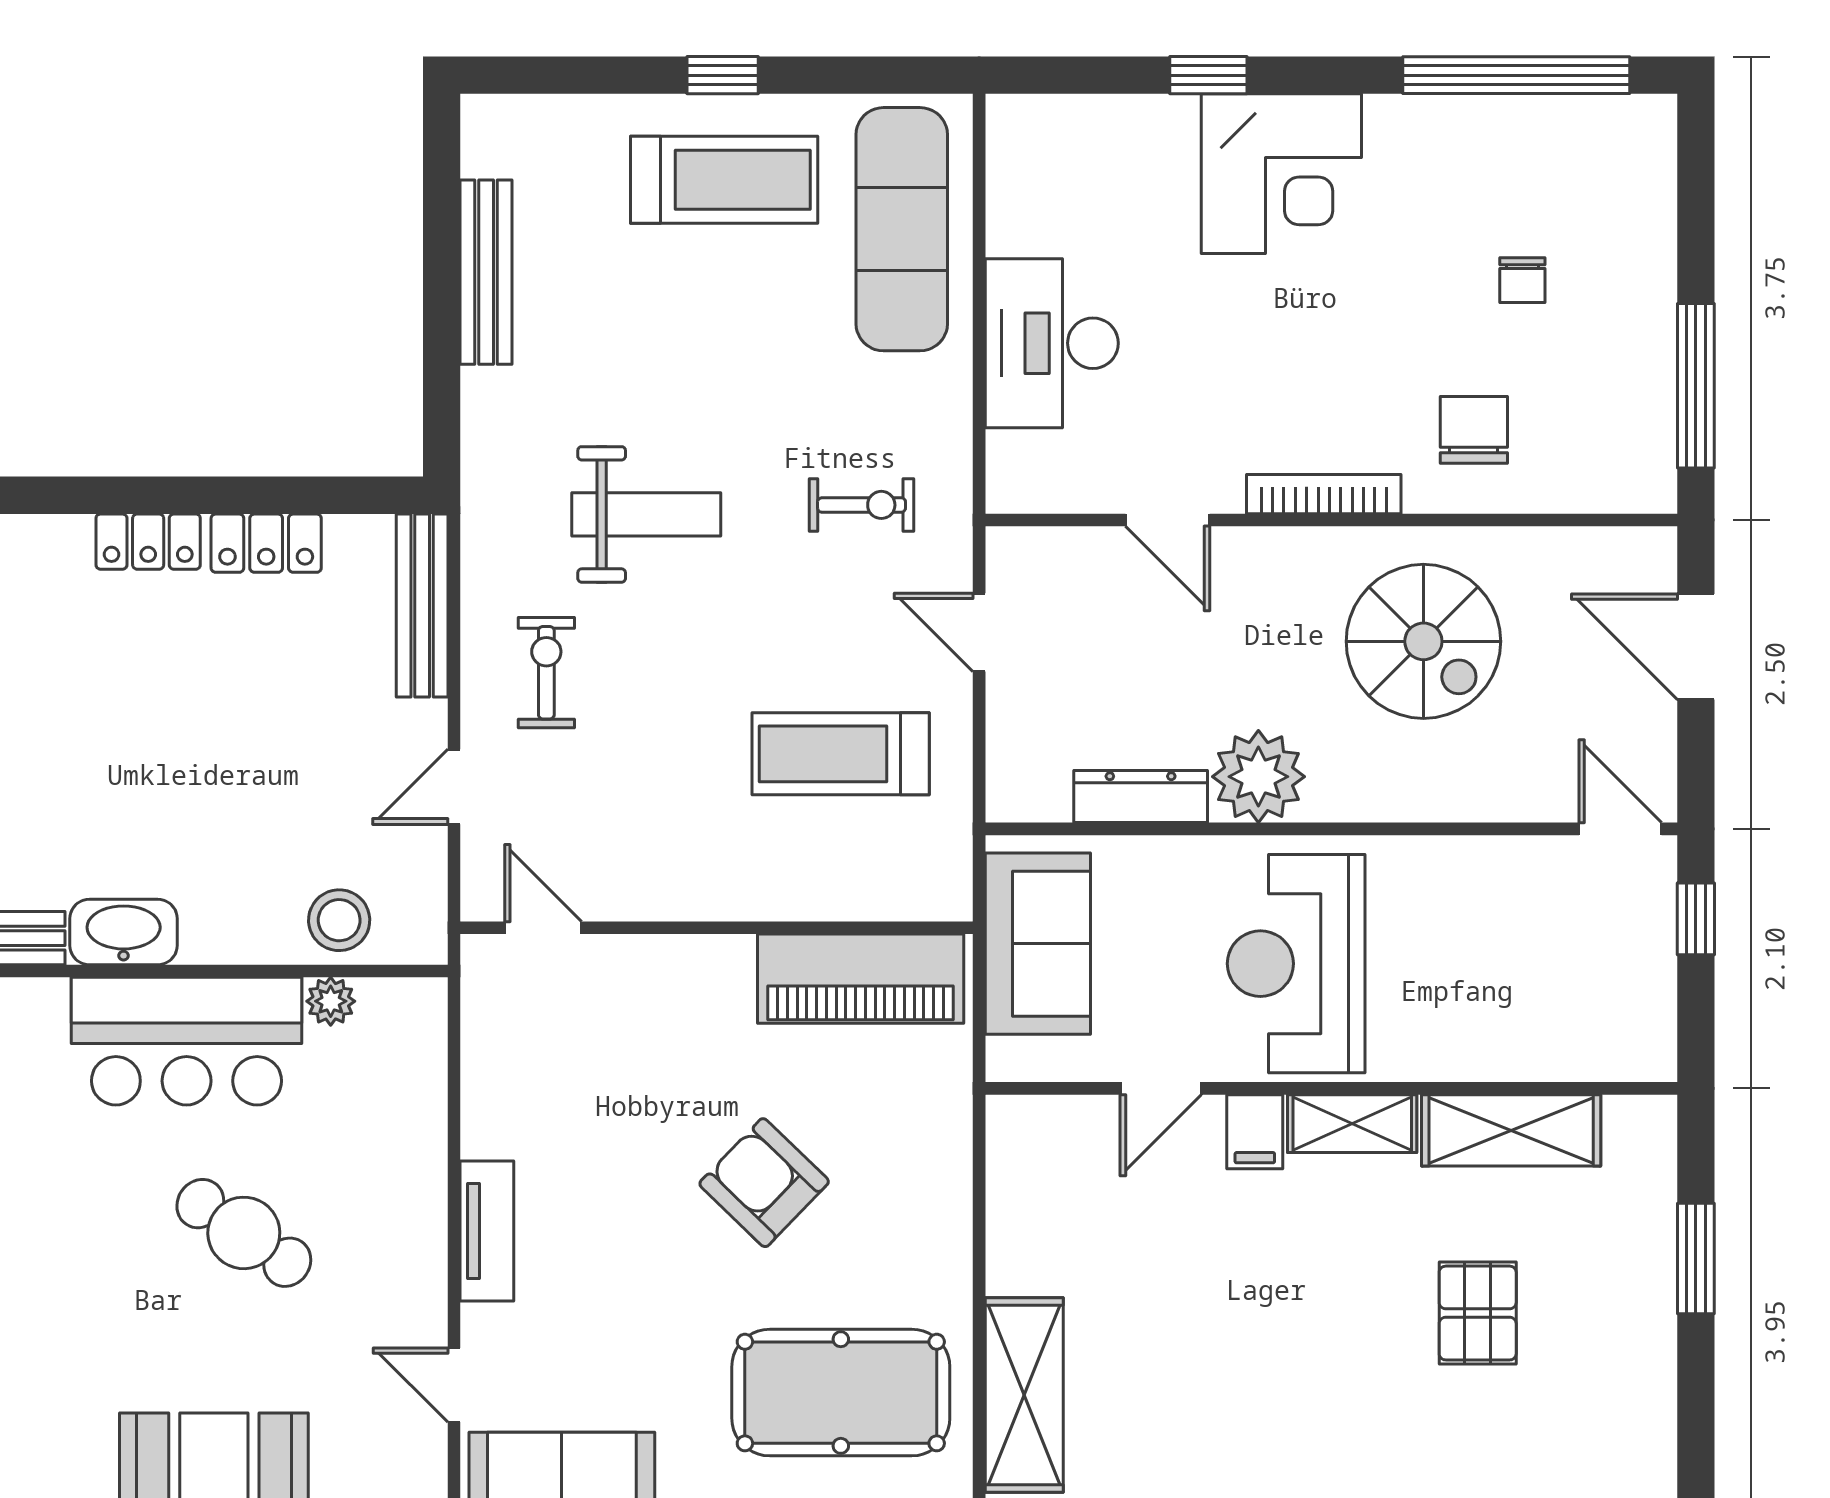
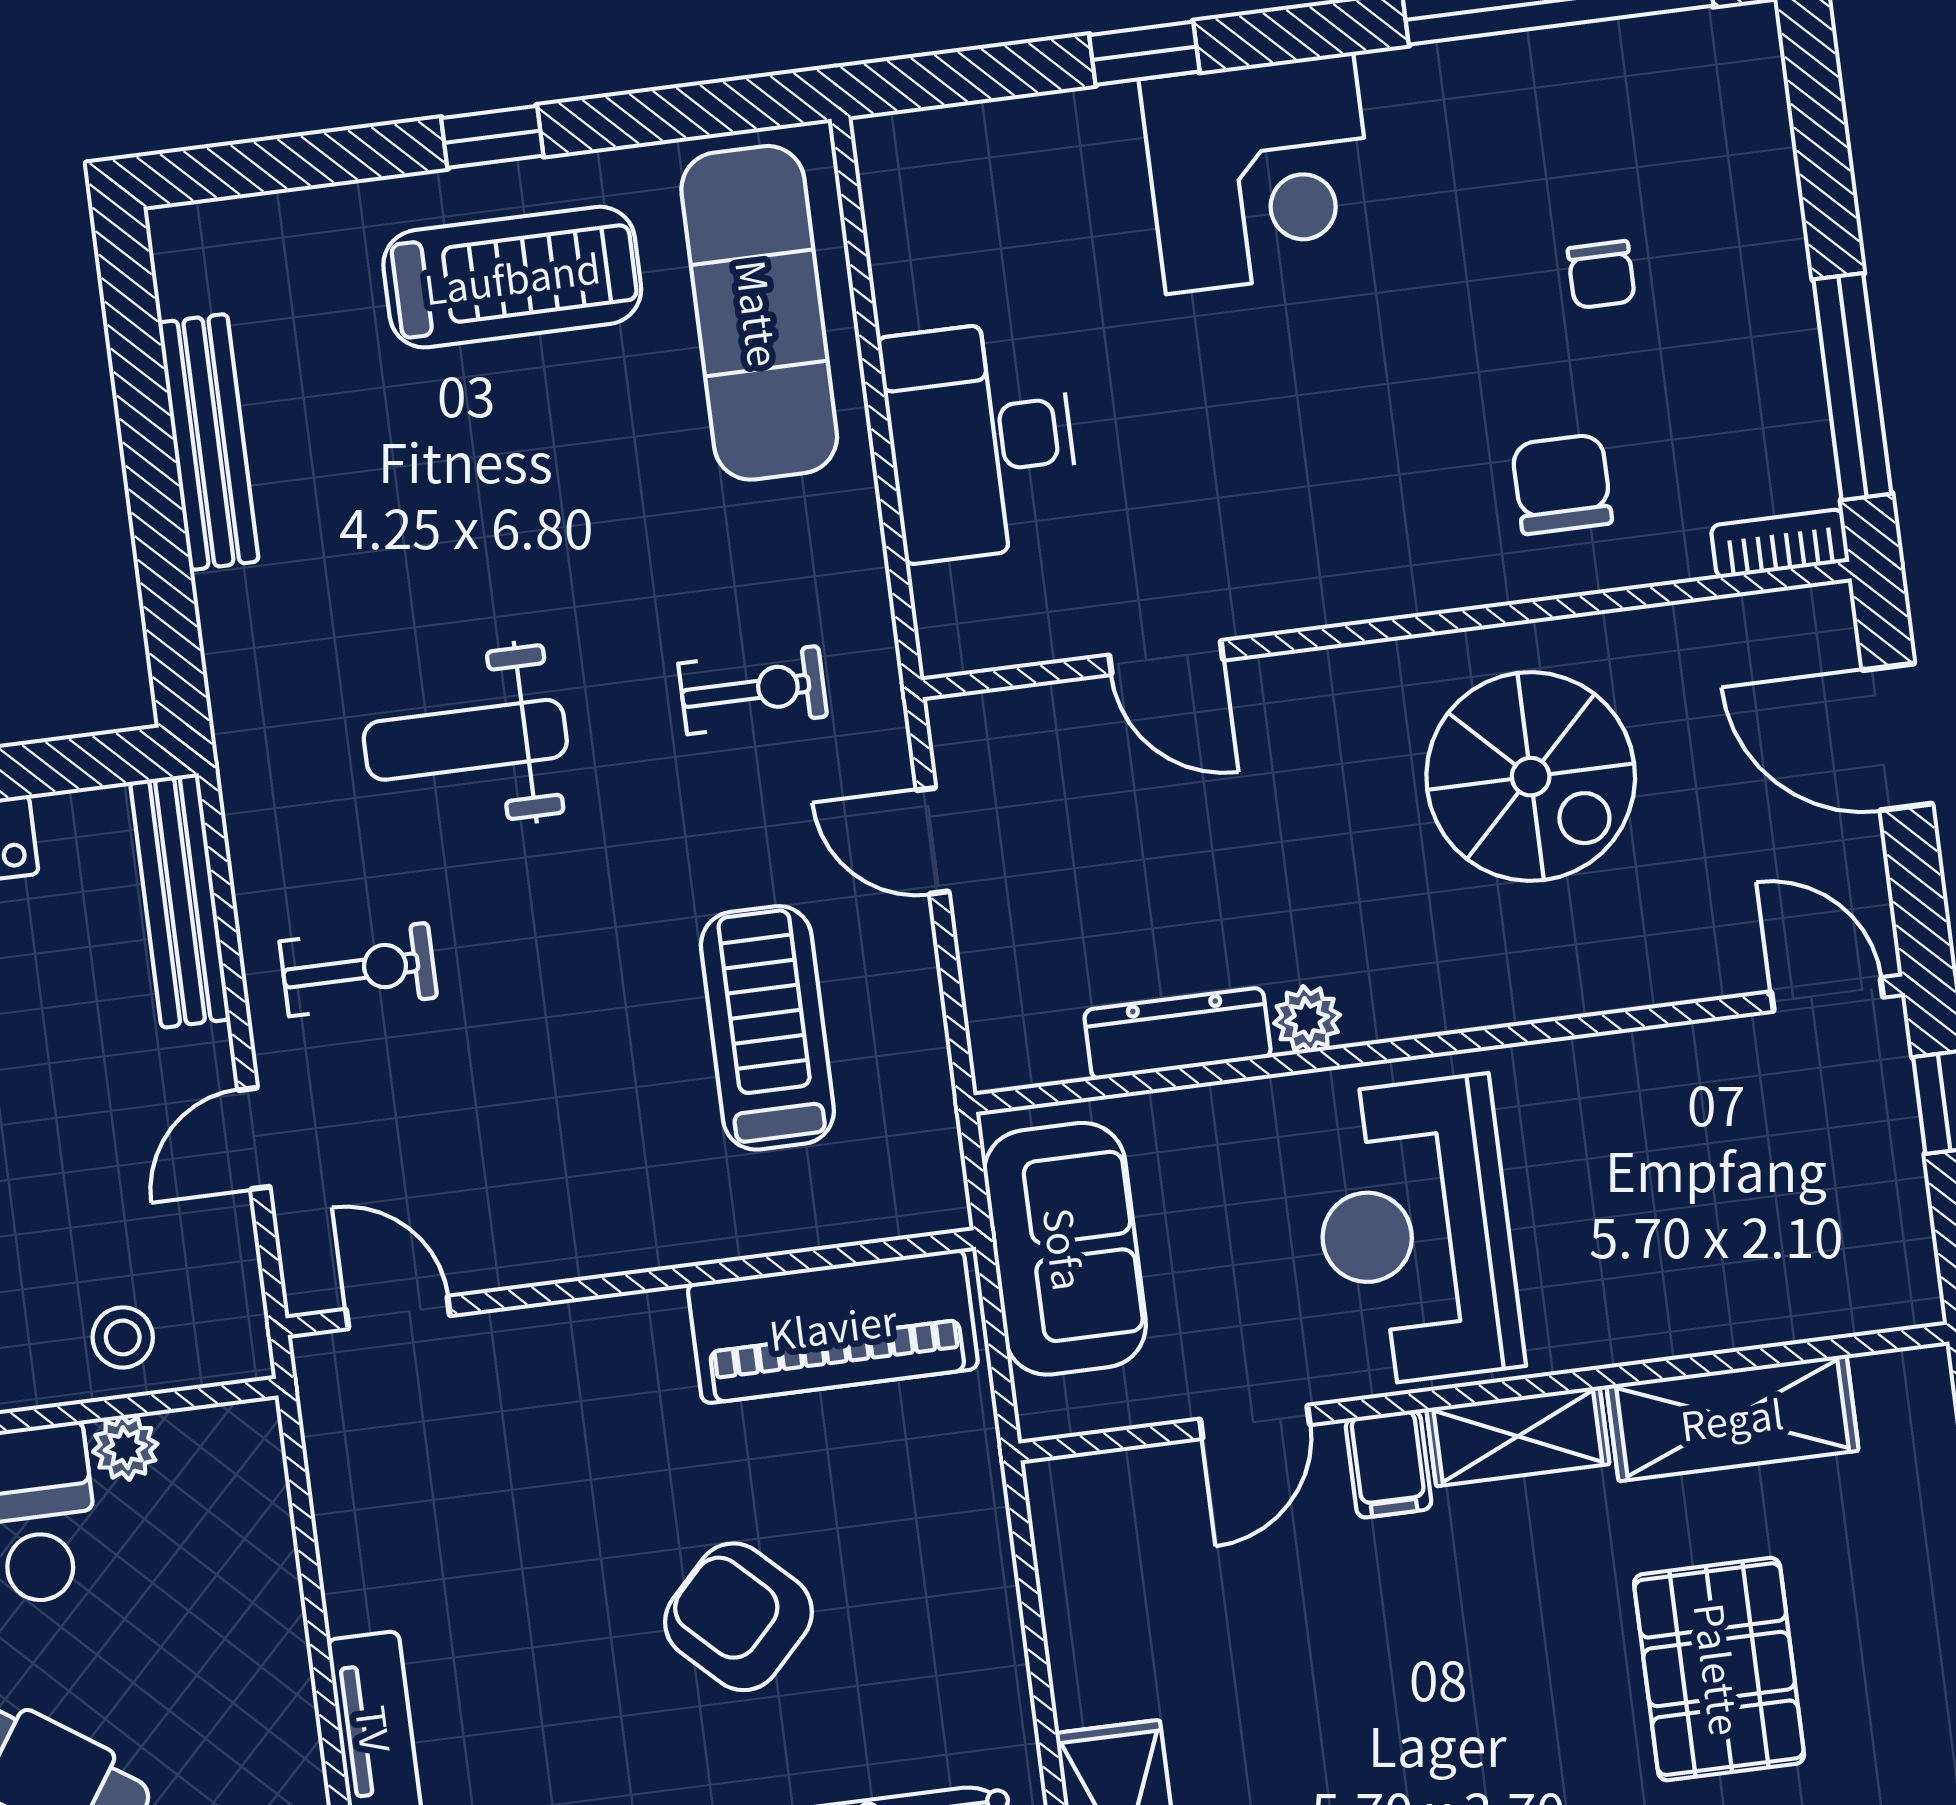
bookcase: (1324, 494) -> (1780, 544), moved, width x0.64
weight bench: (646, 514) -> (465, 740), turned 180
exercise bike: (546, 673) -> (358, 969), turned 90
treadmill: (841, 754) -> (767, 1028), turned 90
plant: (1258, 777) -> (1307, 1019), width x0.53, depth x0.53
stool: (339, 920) -> (123, 1337), width x0.73, depth x0.73
pallet: (1478, 1313) -> (1719, 1669), width x1.50, depth x1.42

